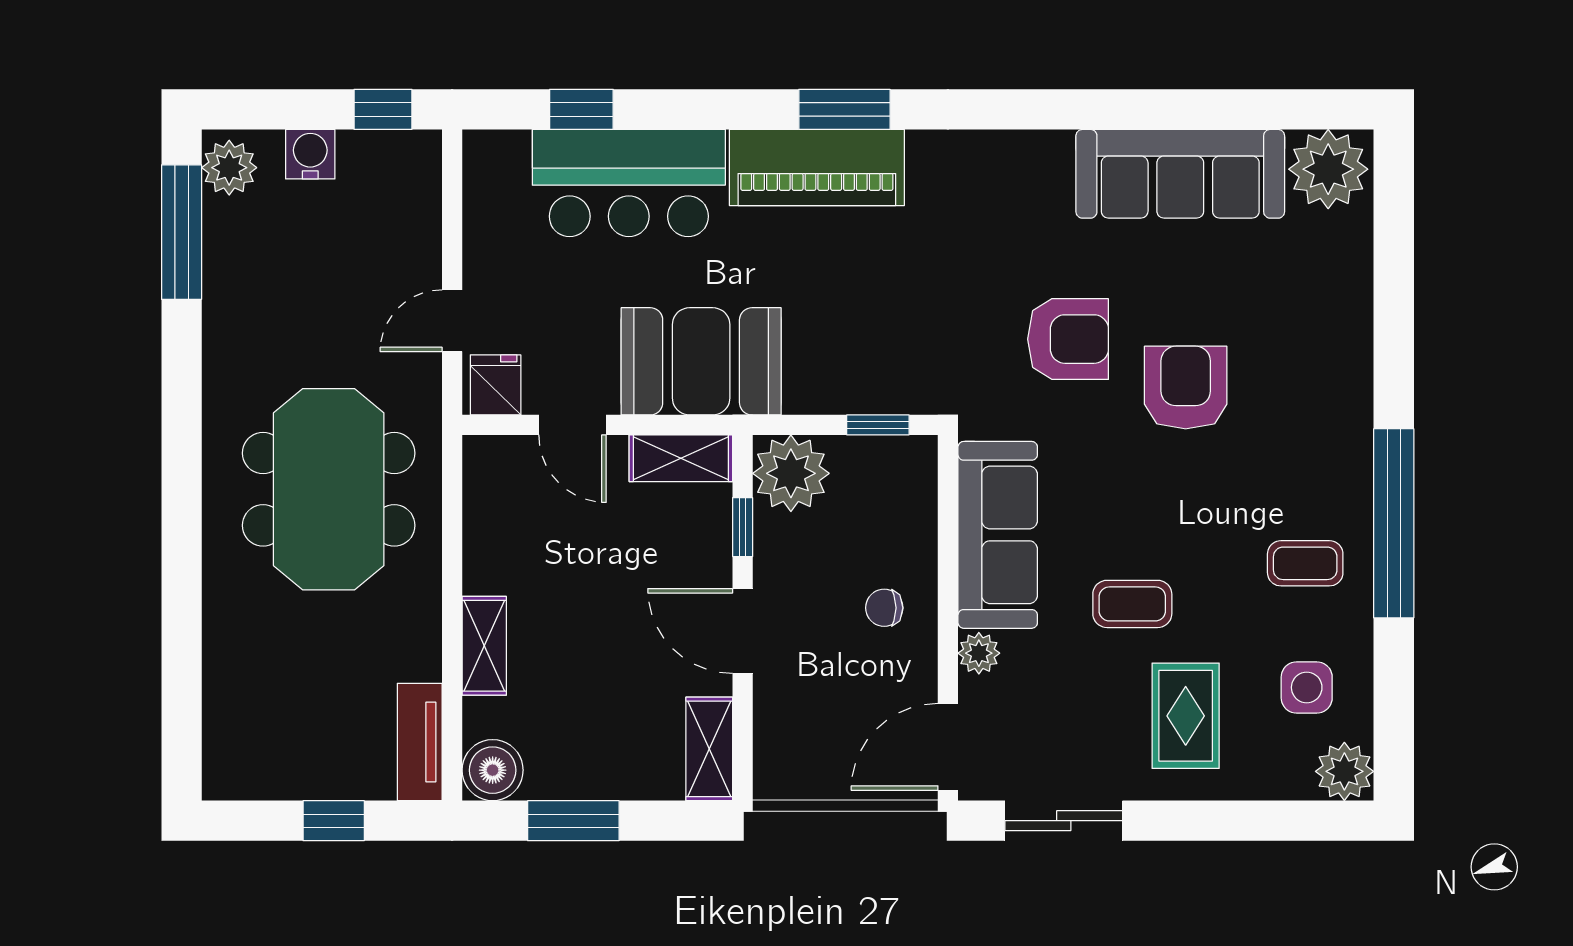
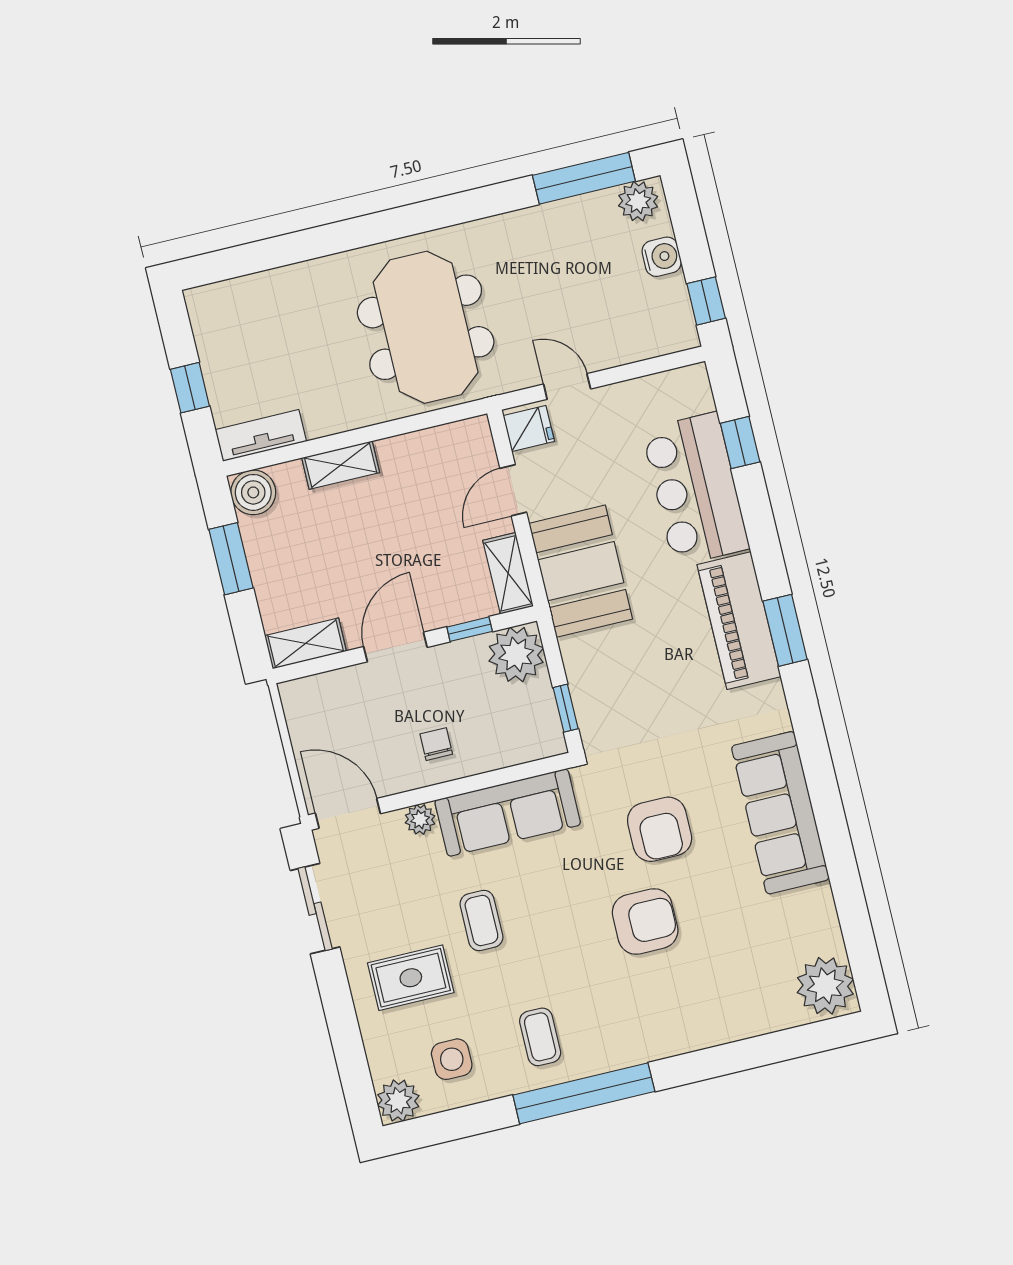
sofa: (1180, 174) -> (780, 813), moved
meeting table: (329, 489) -> (426, 327), turned 90

